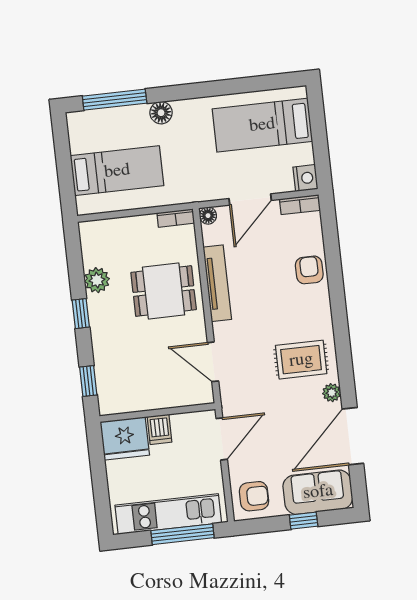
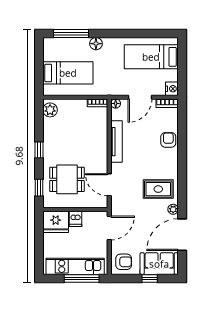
plant: (97, 280) -> (50, 110), moved
dining table: (164, 291) -> (67, 179), moved

